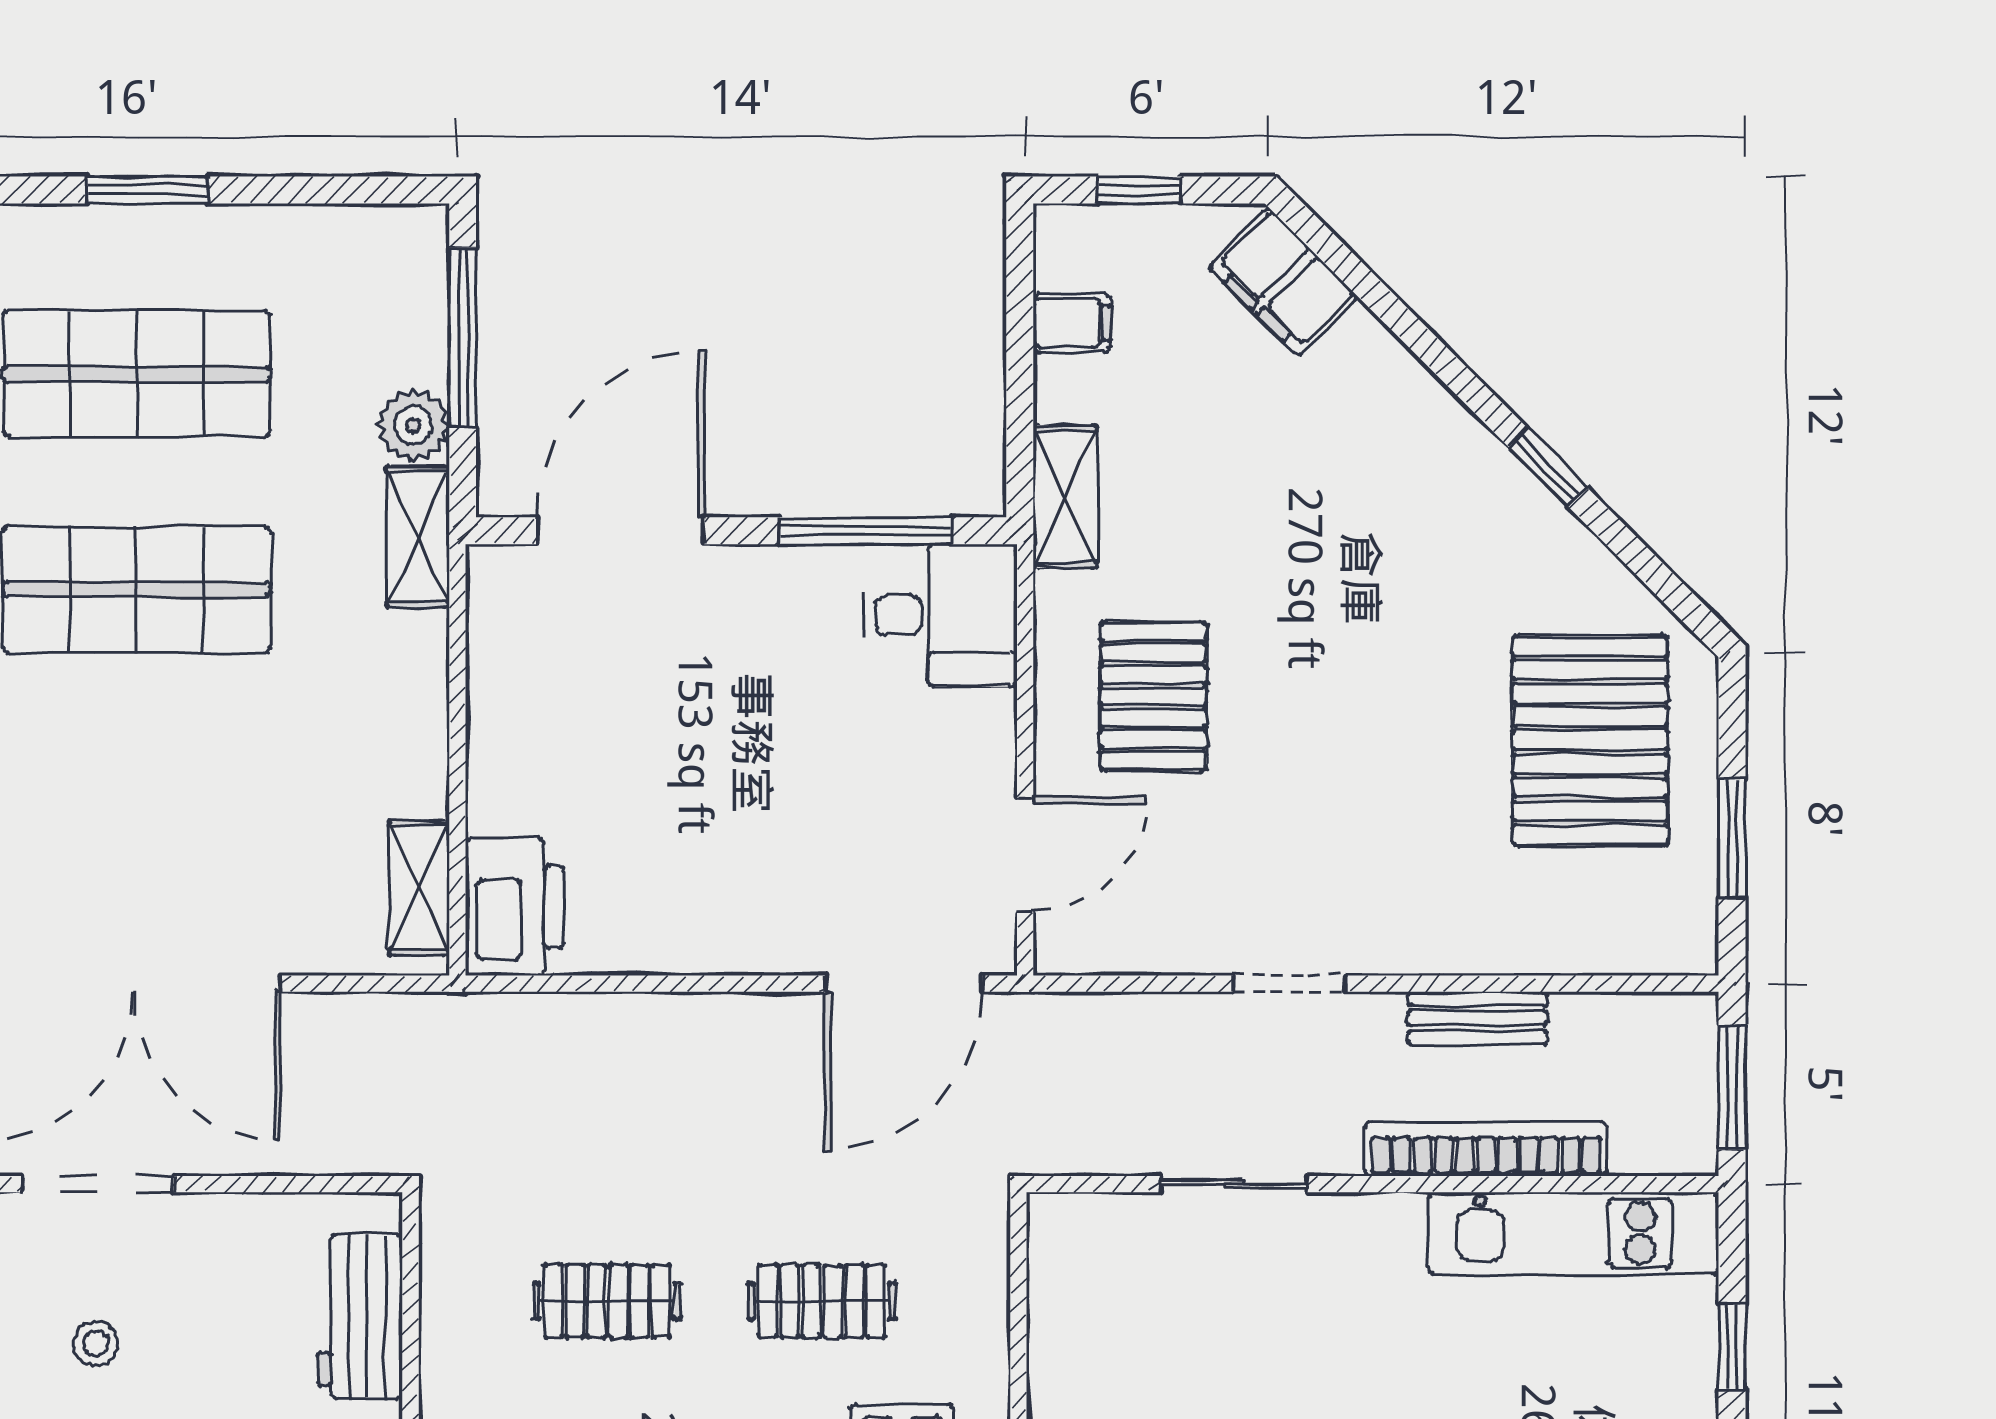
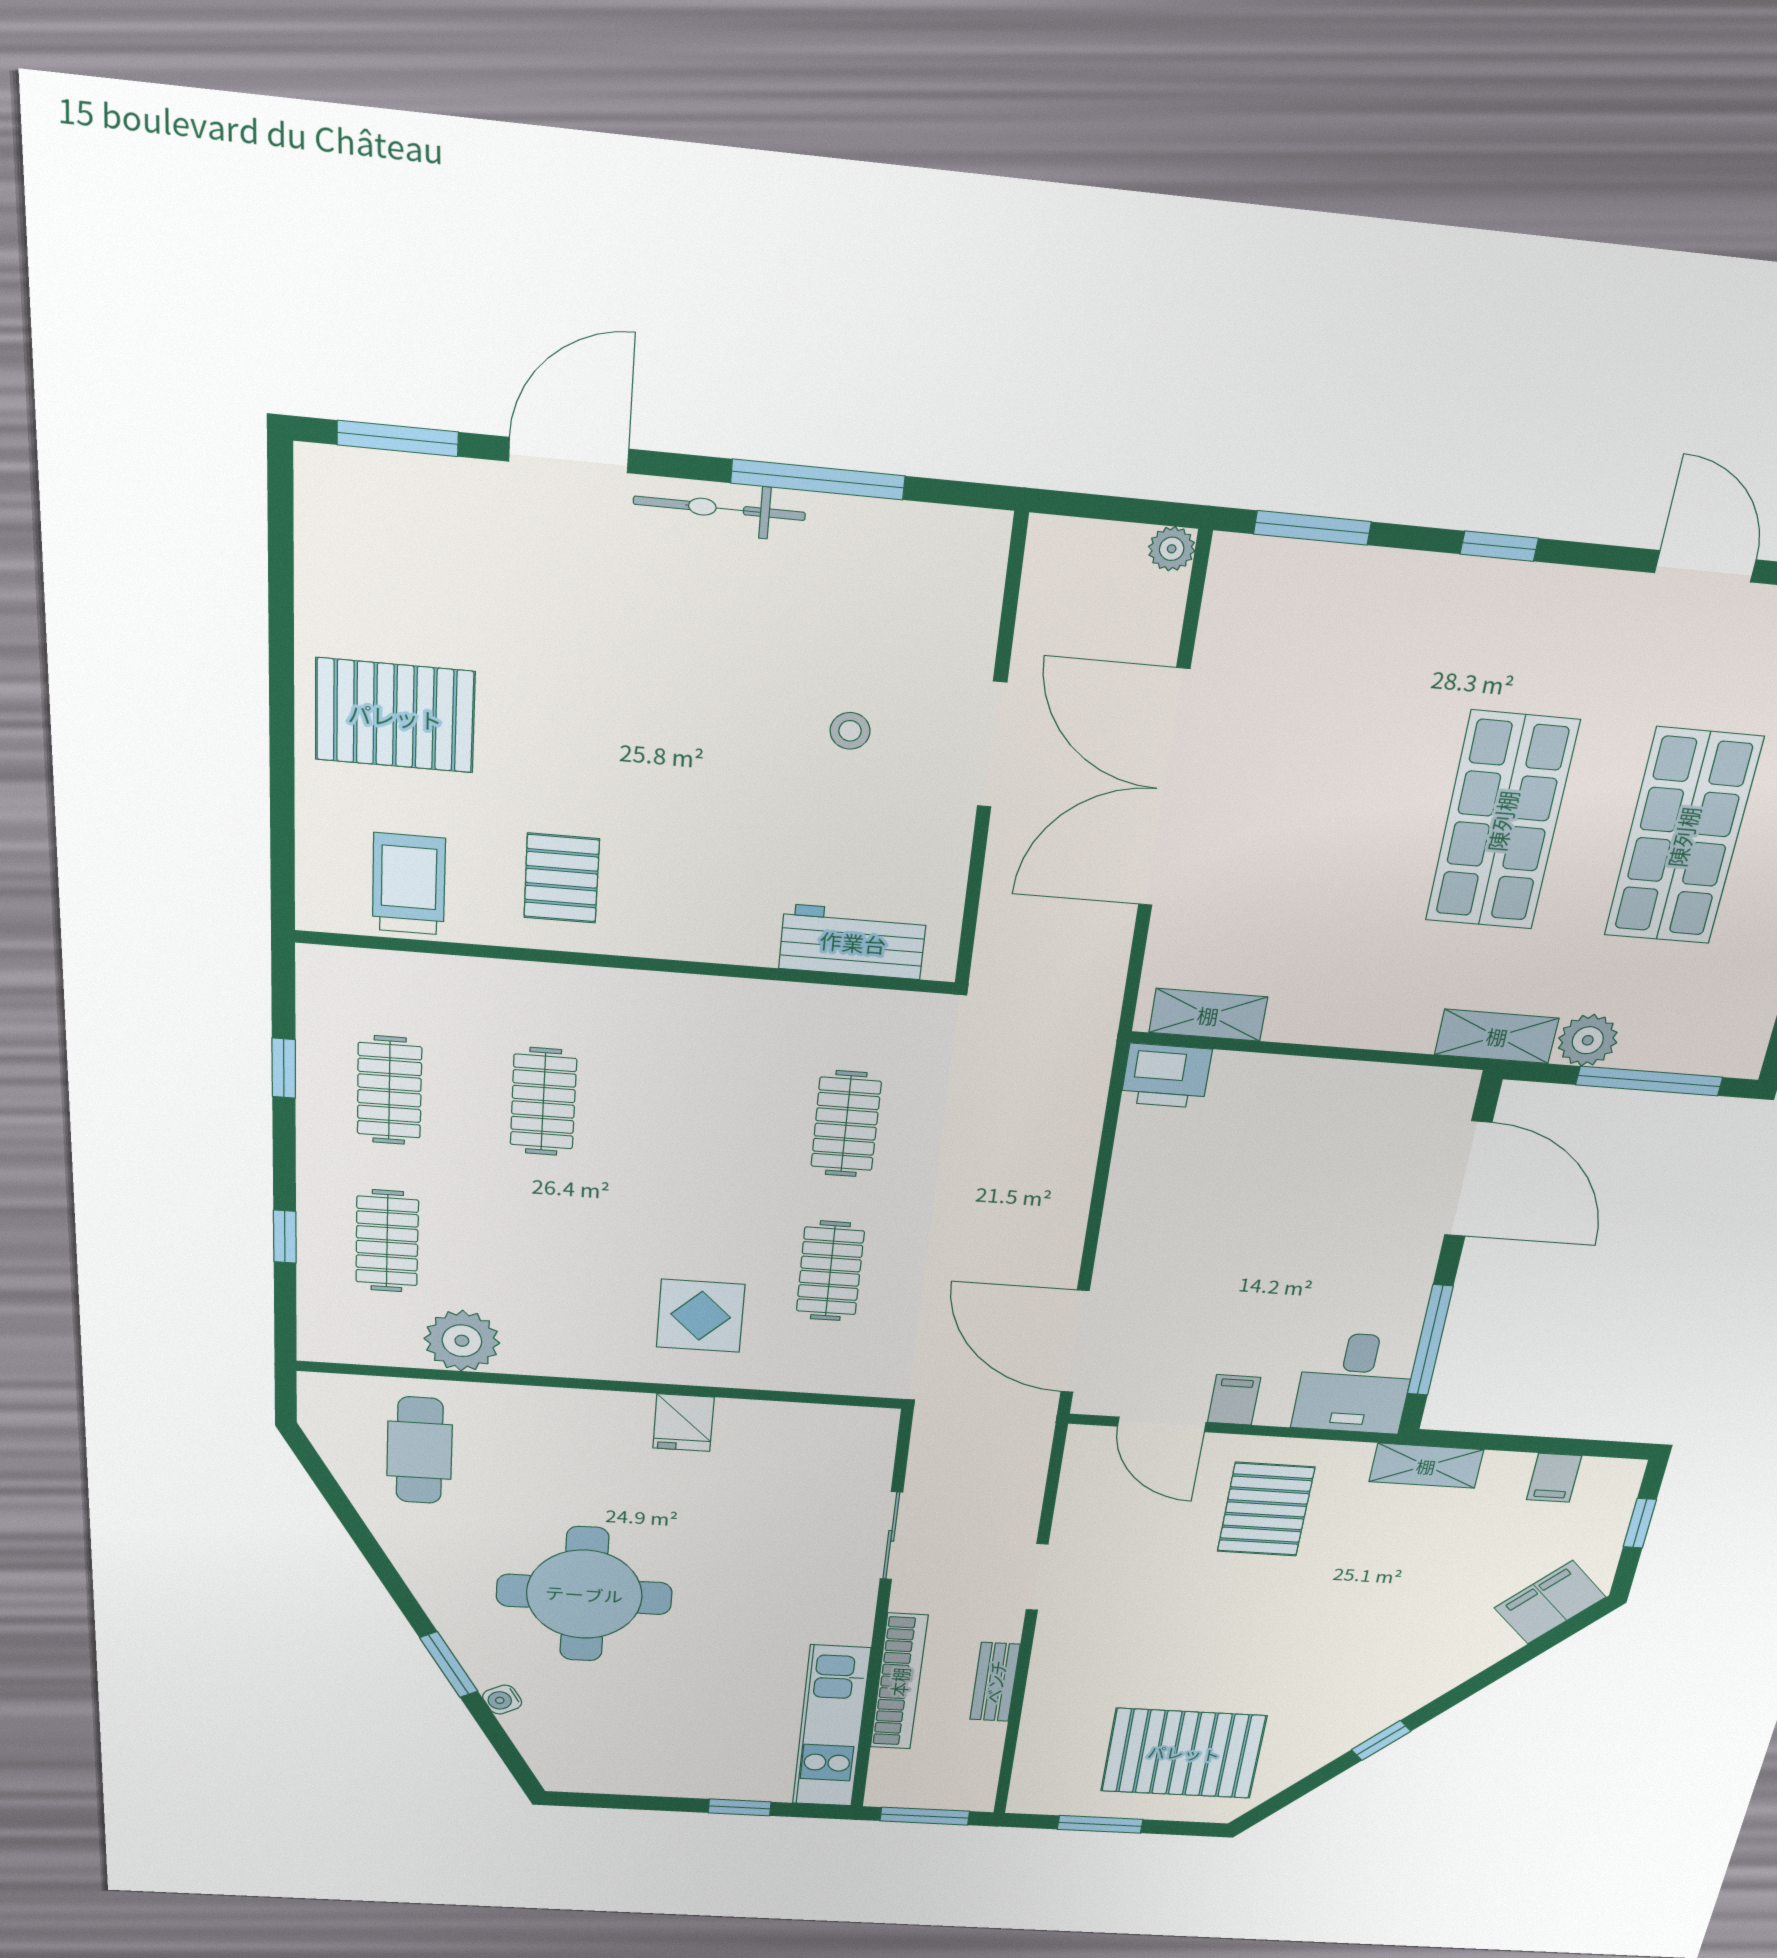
pallet: (1153, 696) -> (1266, 1509), turned 90
filing cabinet: (979, 767) -> (1234, 1400), added
printer: (515, 907) -> (1166, 1076), width x0.73, depth x0.84

